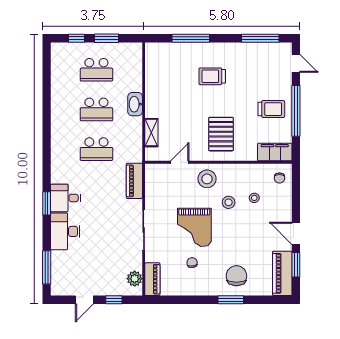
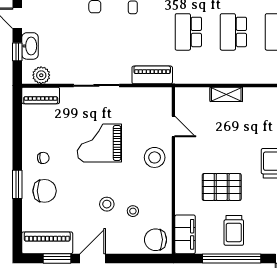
washbasin: (135, 104) -> (30, 46), moved, turned 90
shelving: (151, 133) -> (226, 94), moved
pallet: (221, 134) -> (222, 187), moved
chair: (279, 178) -> (156, 240), width x1.87, depth x1.87
stool: (229, 202) -> (107, 204), moved
chair: (192, 263) -> (43, 158), moved

